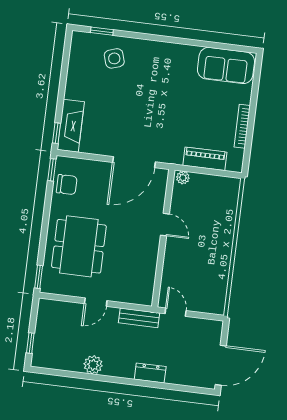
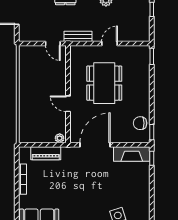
fireplace: (71, 126) -> (132, 154), moved, turned -90
dining table: (79, 246) -> (104, 83), moved

